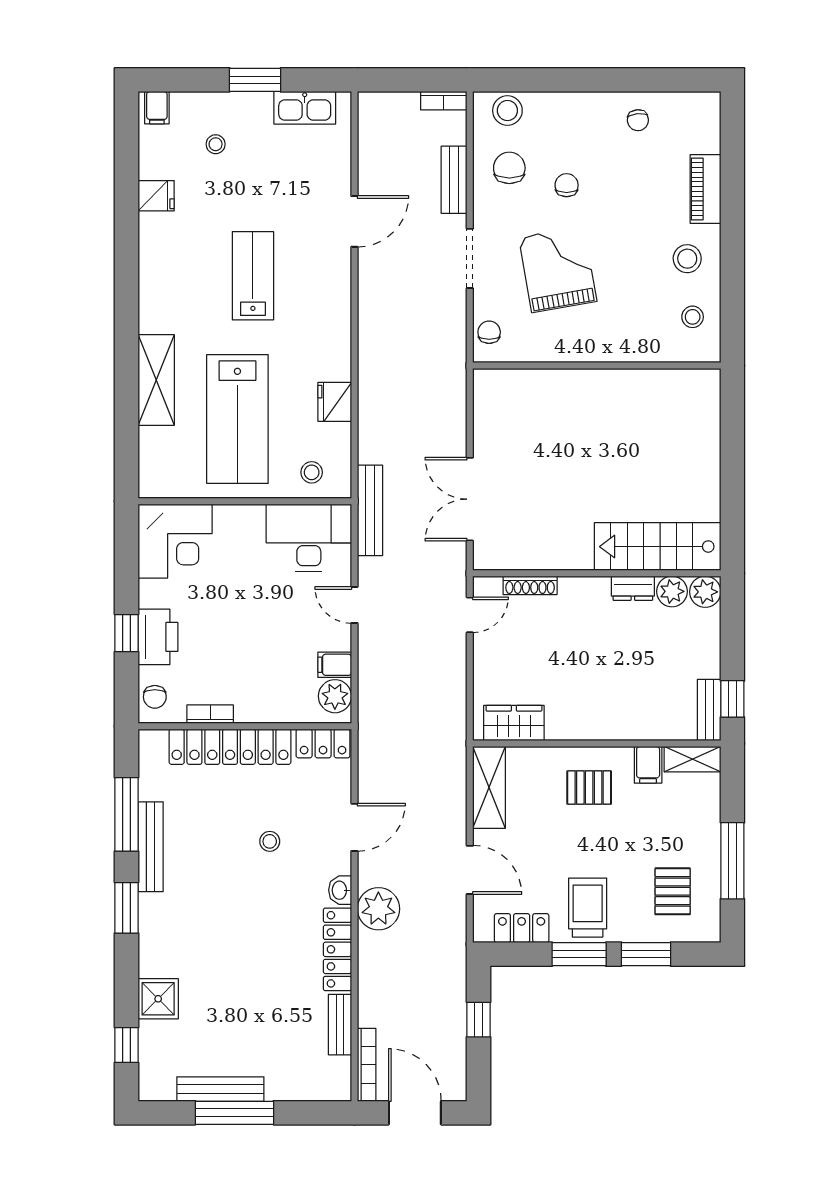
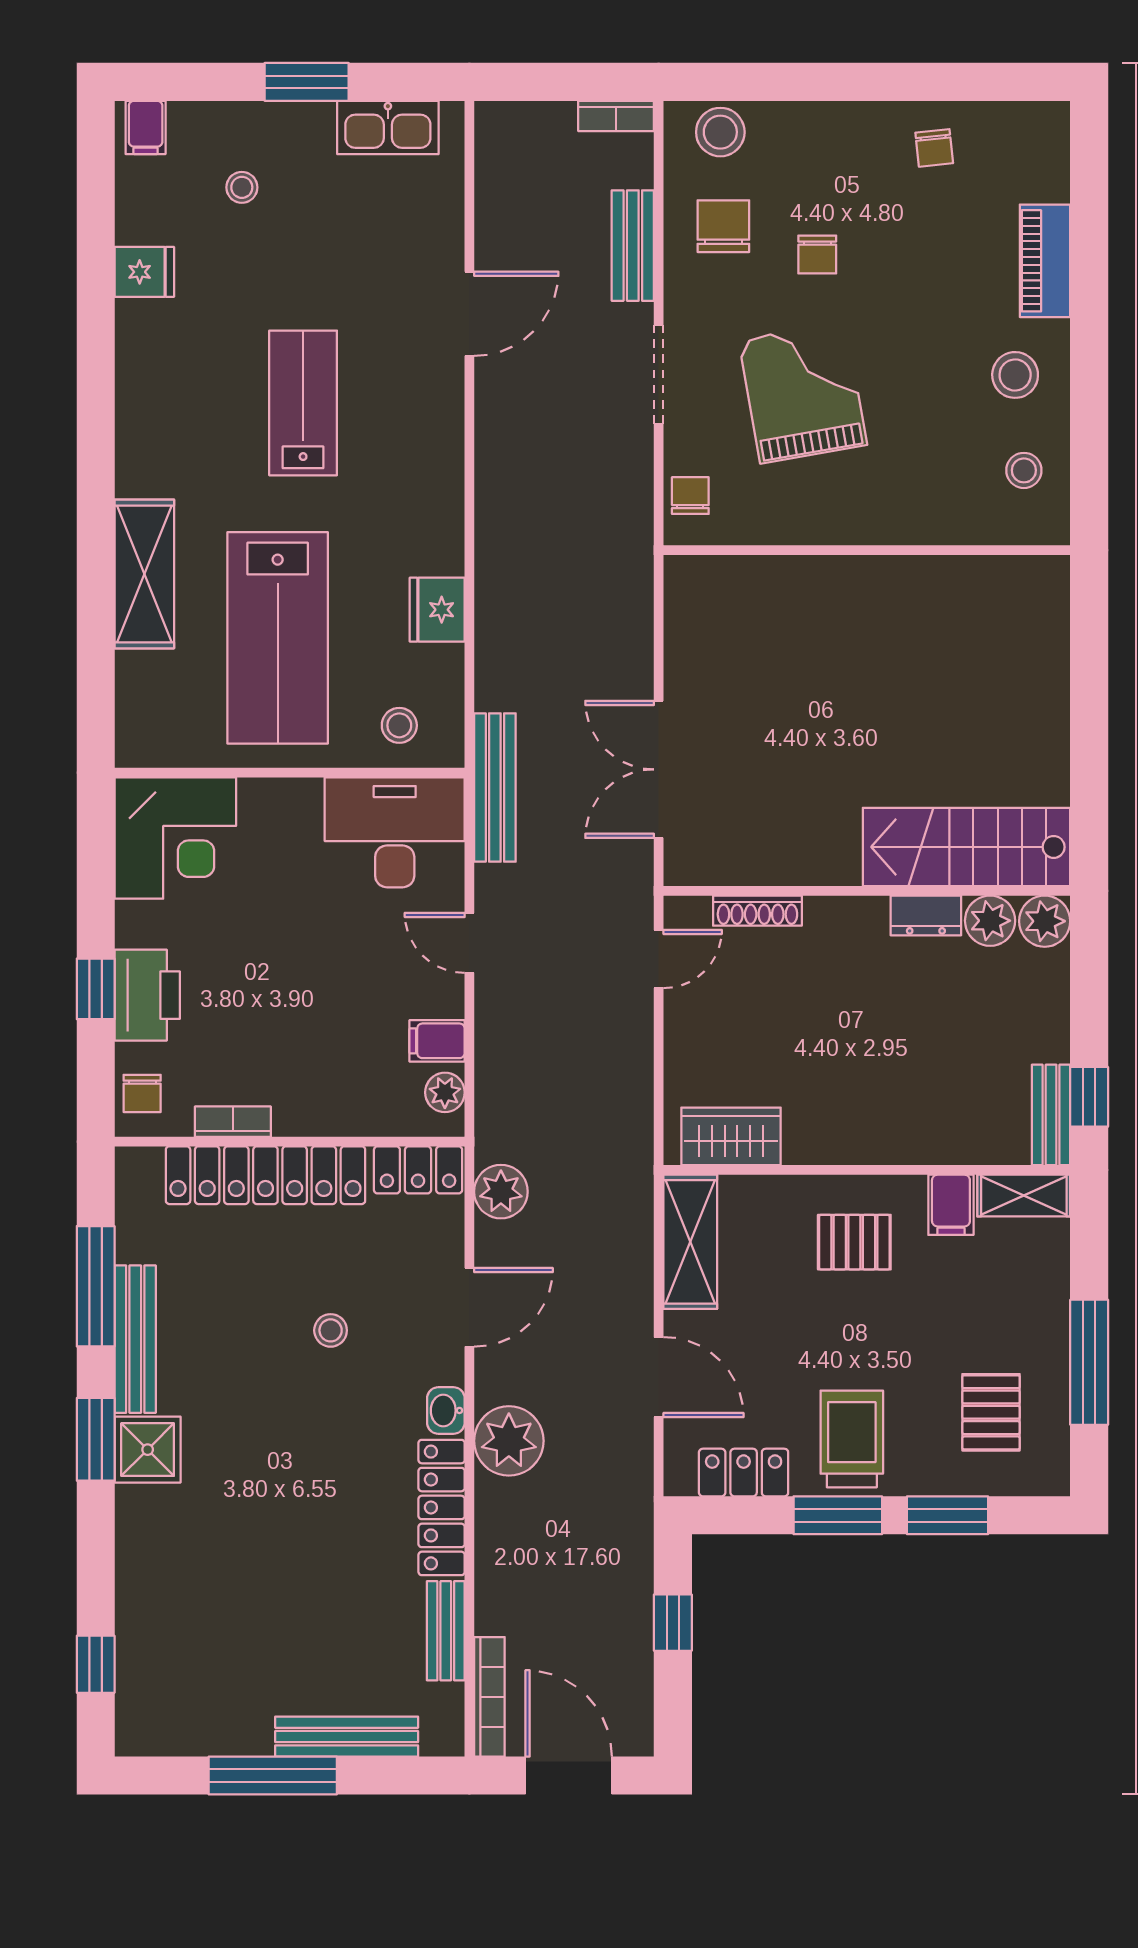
chair: (567, 185) -> (817, 254), turned 180
plant: (335, 696) -> (445, 1092), width x0.73, depth x0.73
plant: (374, 757) -> (501, 1192), added
shower: (158, 999) -> (148, 1450), moved
bench: (220, 1089) -> (347, 1737), moved

